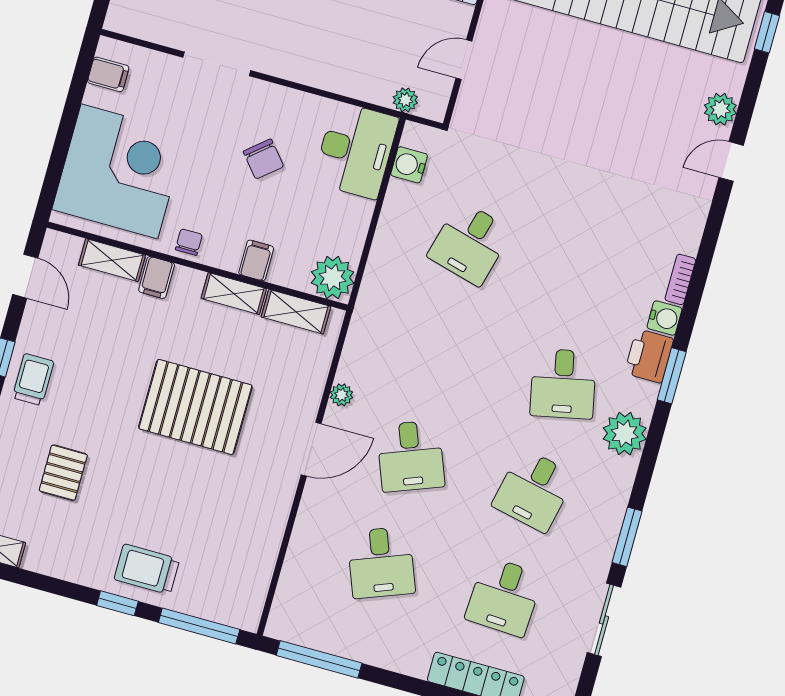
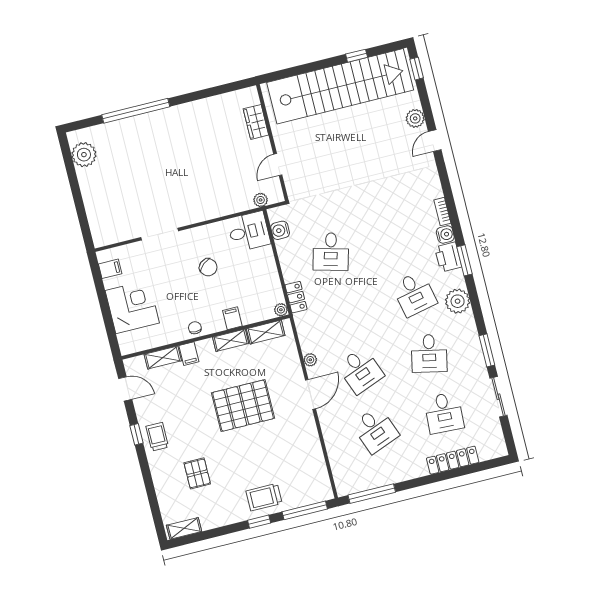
desk: (356, 150) -> (249, 232), width x0.73
corner desk: (119, 171) -> (132, 307), width x0.74, depth x0.74
plant: (333, 278) -> (281, 310), width x0.53, depth x0.53
locker: (375, 284) -> (296, 297), added

